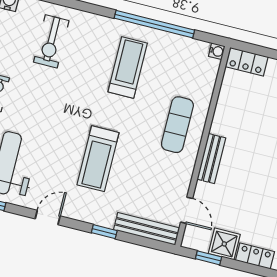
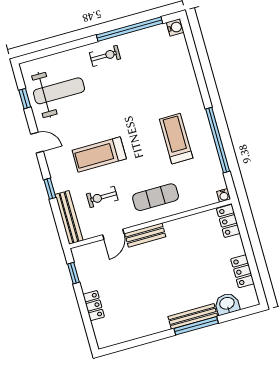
exercise bike: (51, 41) -> (102, 197), moved, width x0.73, depth x0.72
treadmill: (128, 67) -> (176, 139), turned -90
door: (187, 210) -> (113, 234), moved
shower: (224, 244) -> (90, 279), removed

